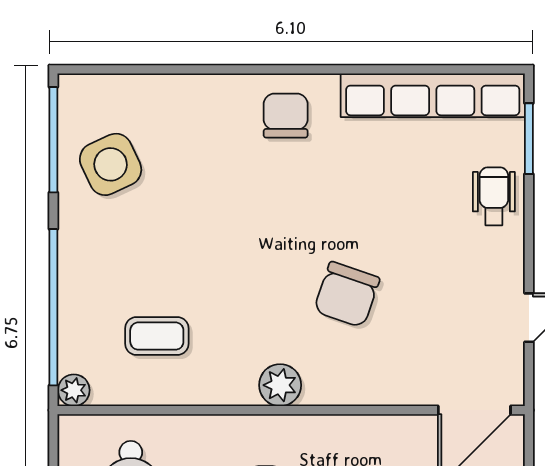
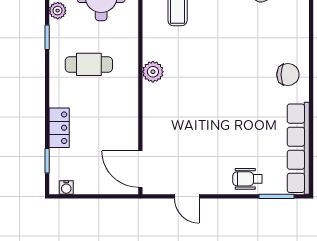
wheelchair: (494, 196) -> (248, 179), turned 180
chair: (347, 295) -> (198, 105), removed

